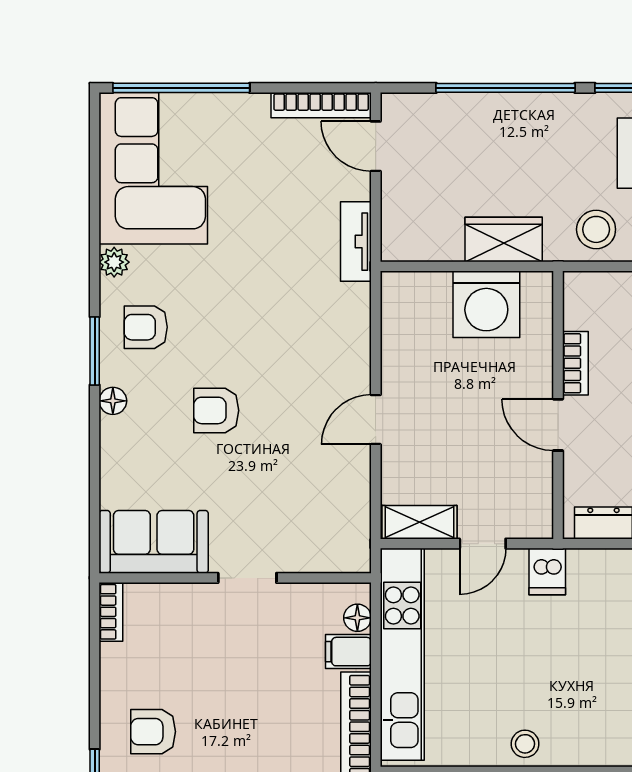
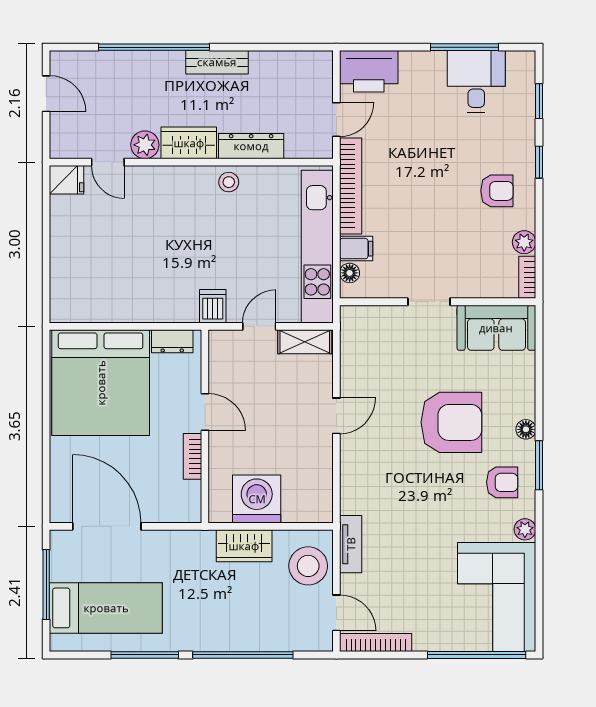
stool: (596, 229) -> (308, 566), moved, width x1.38, depth x1.38
armchair: (216, 410) -> (451, 422), width x1.88, depth x1.88
plant: (115, 660) -> (524, 242), added

